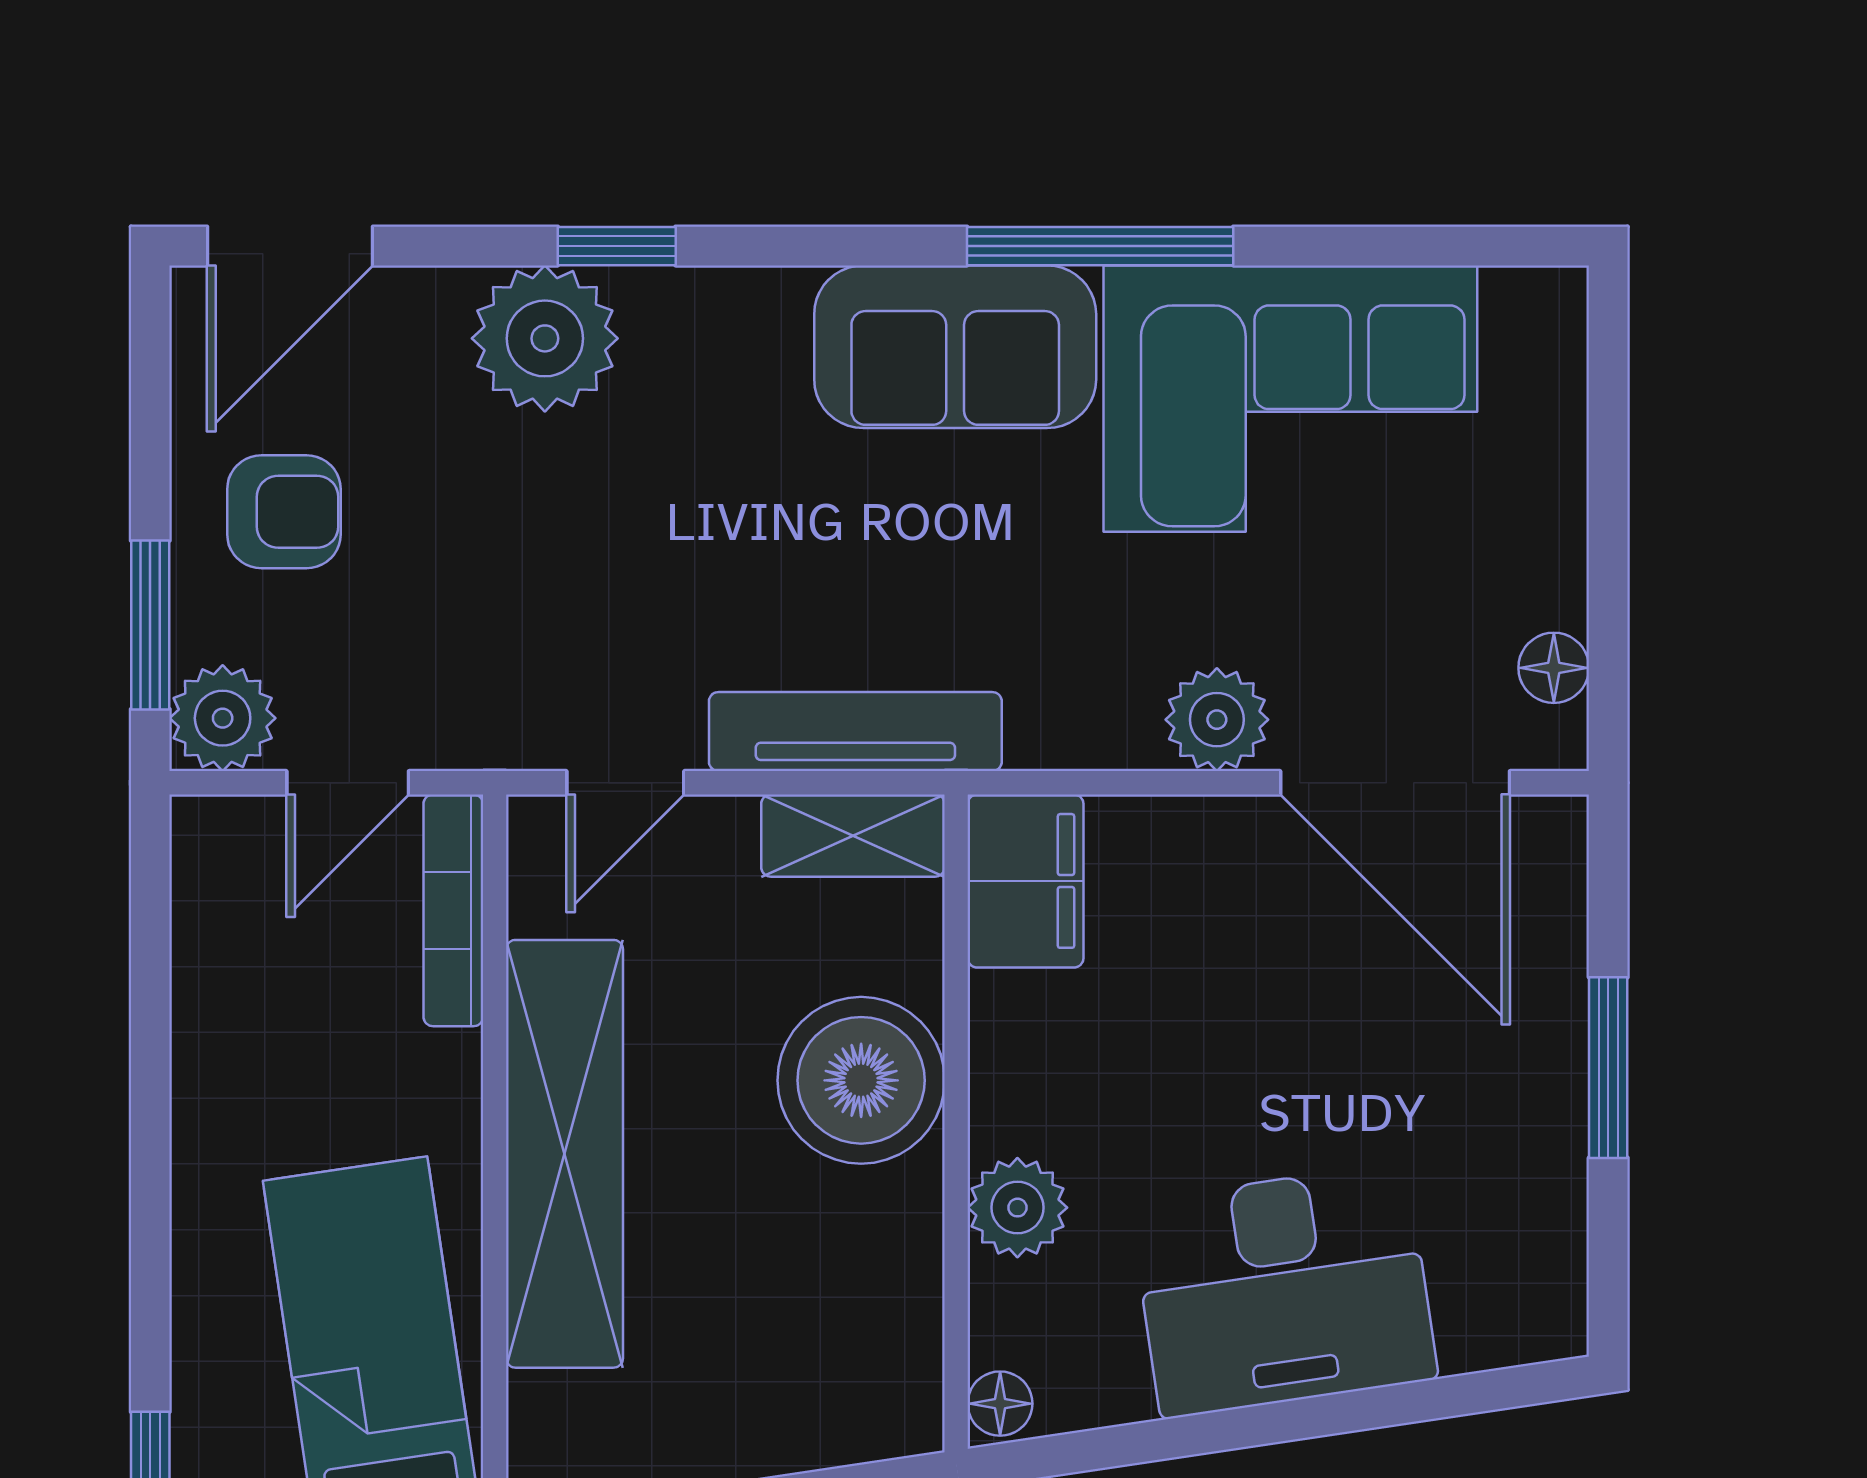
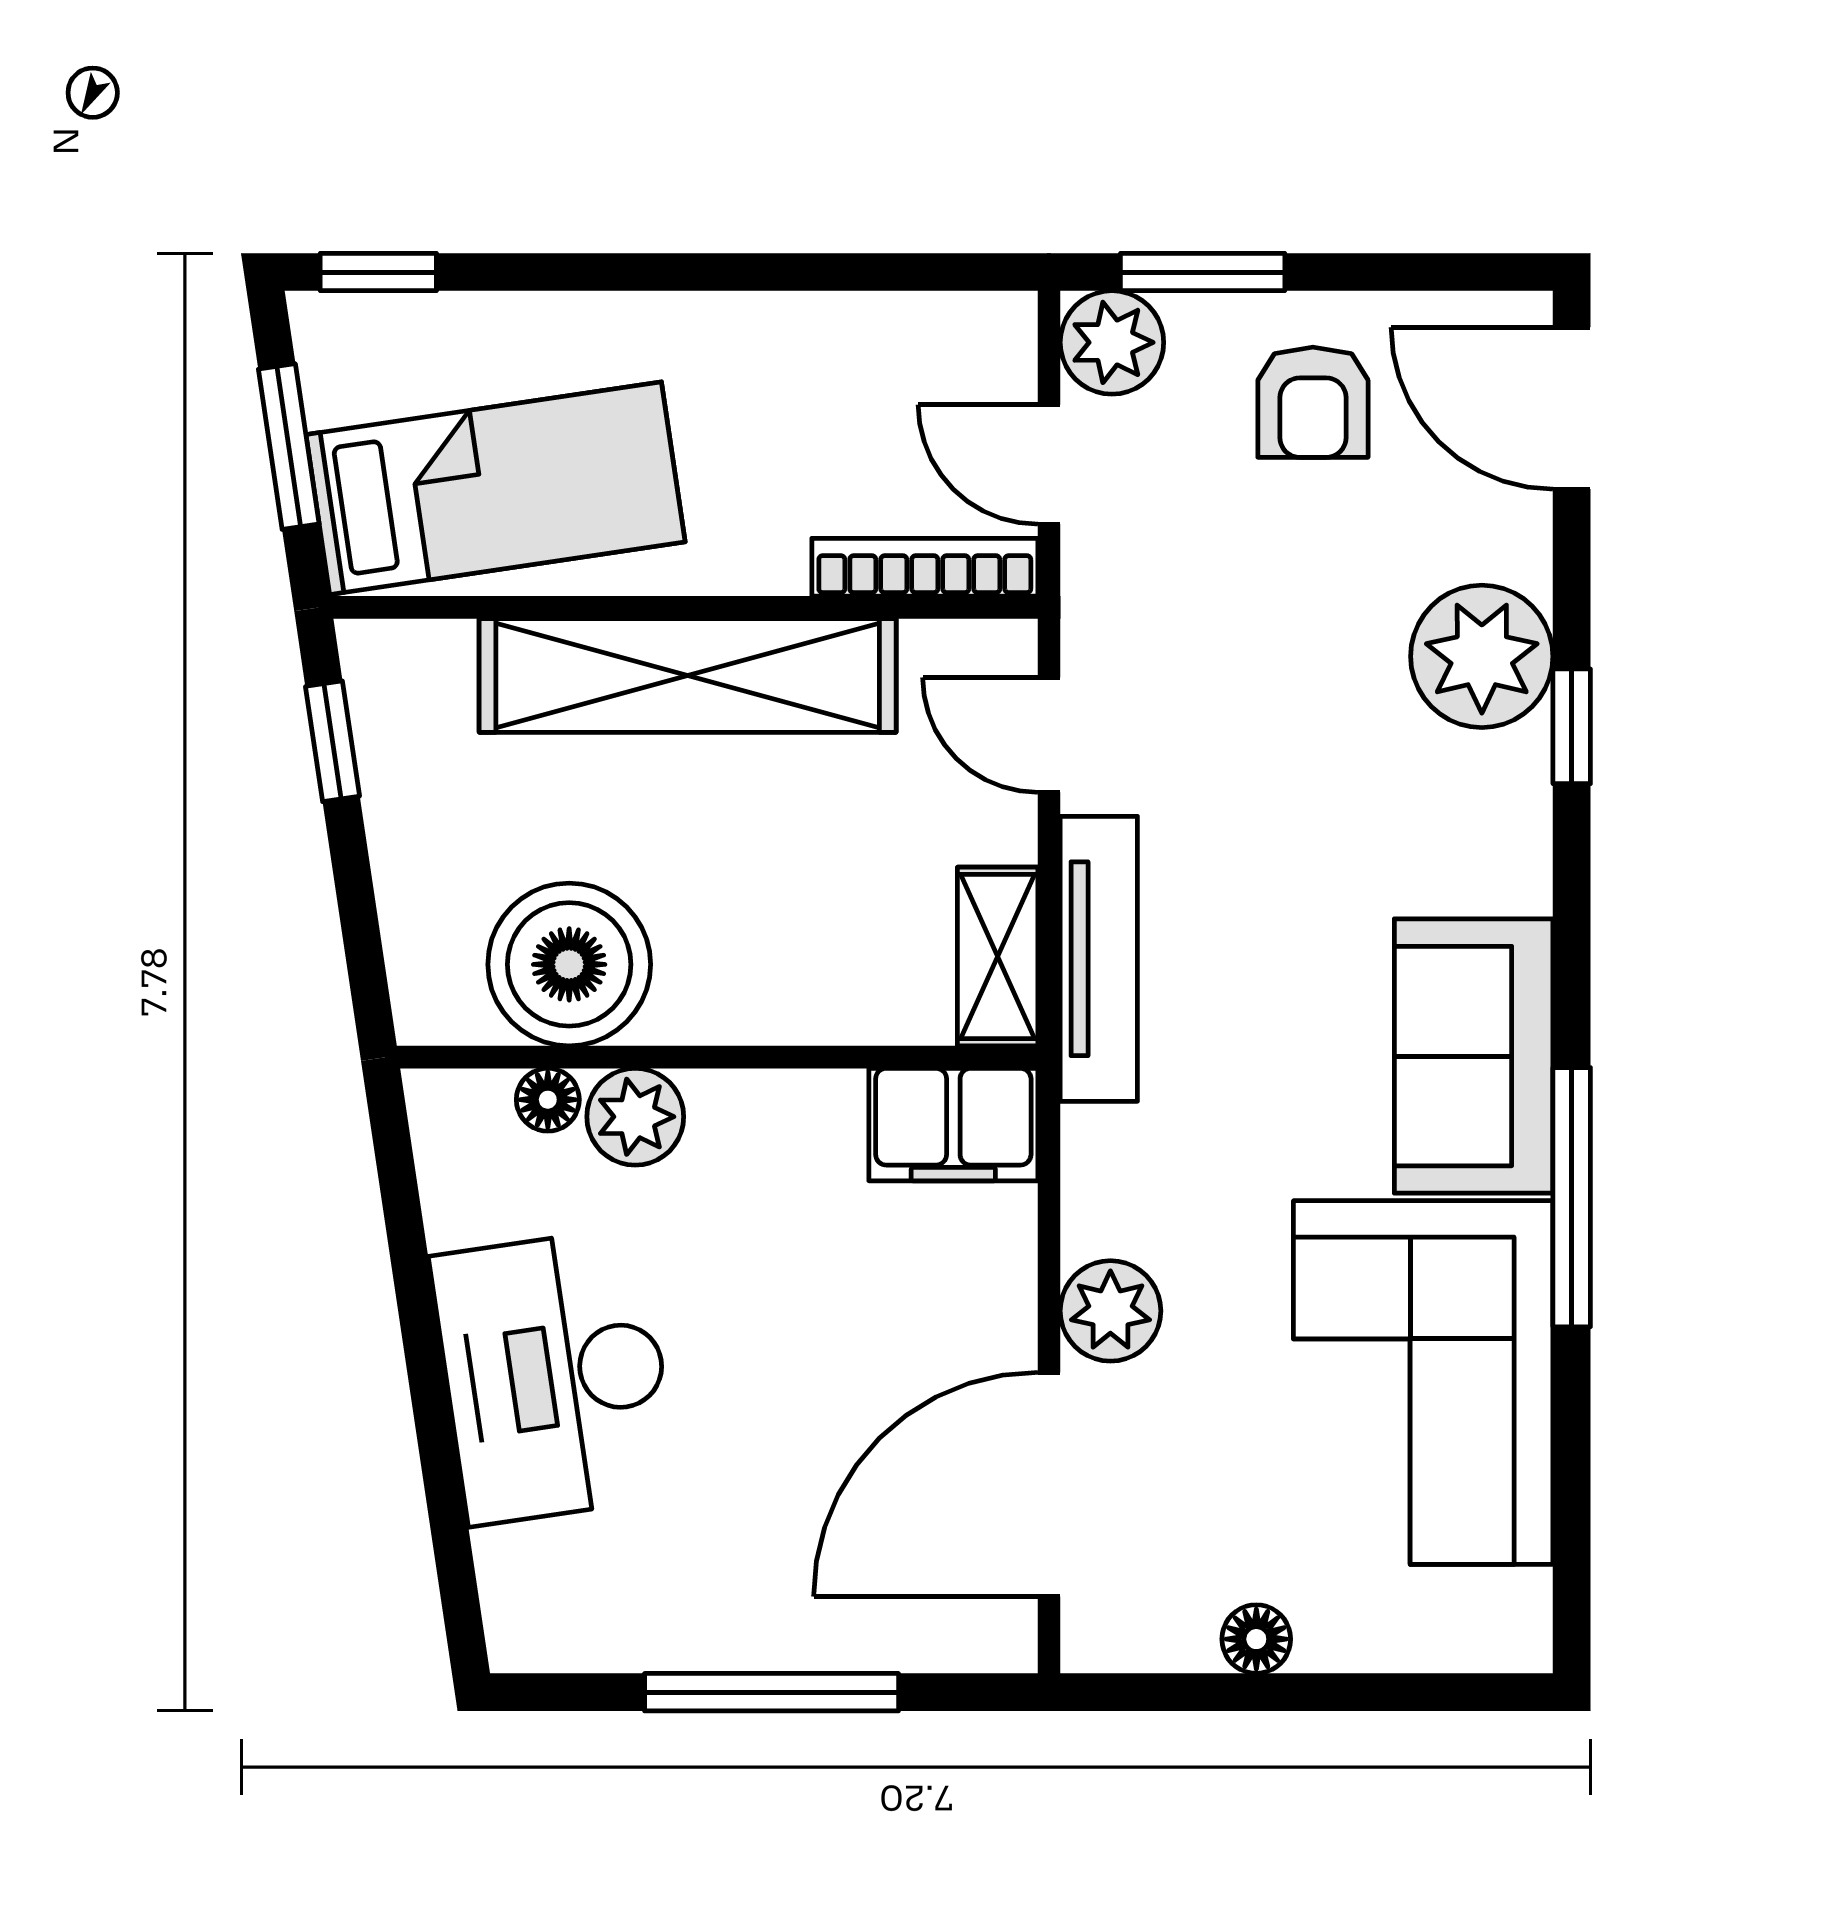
floor lamp: (1554, 668) -> (1256, 1639), moved
window: (1608, 1068) -> (772, 1692), width x1.44
boiler: (861, 1080) -> (569, 964), moved
floor lamp: (1000, 1404) -> (548, 1100), moved

